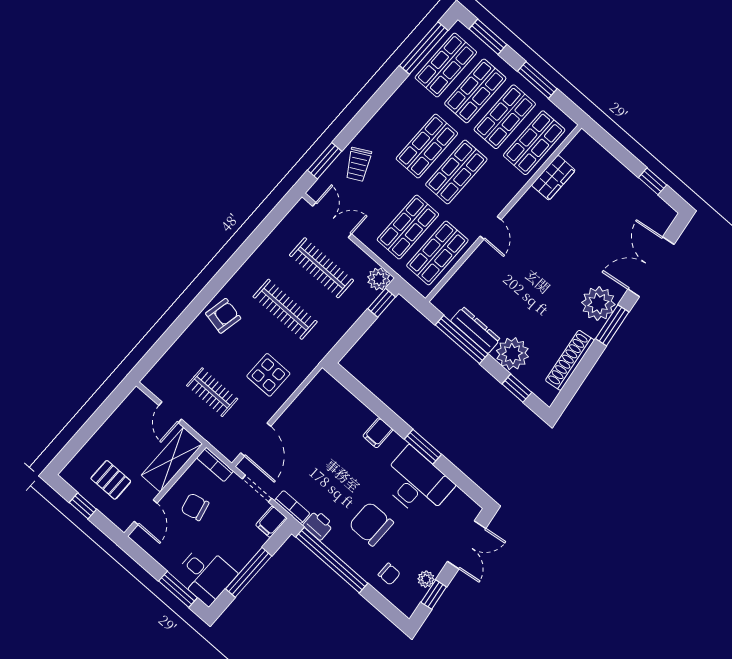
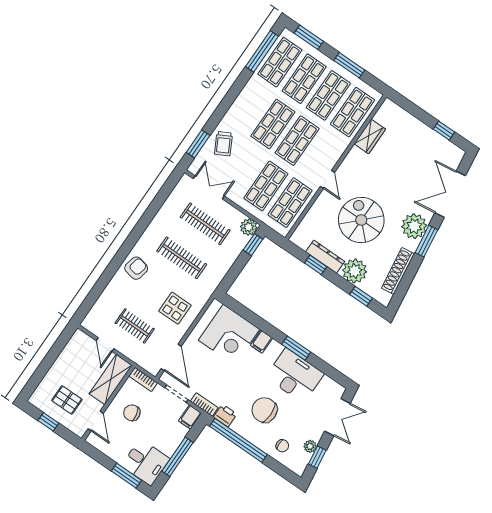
spiral stairs: (529, 287) -> (361, 220), added
window: (462, 339) -> (316, 265), width x0.46
corner desk: (336, 419) -> (229, 335), added

